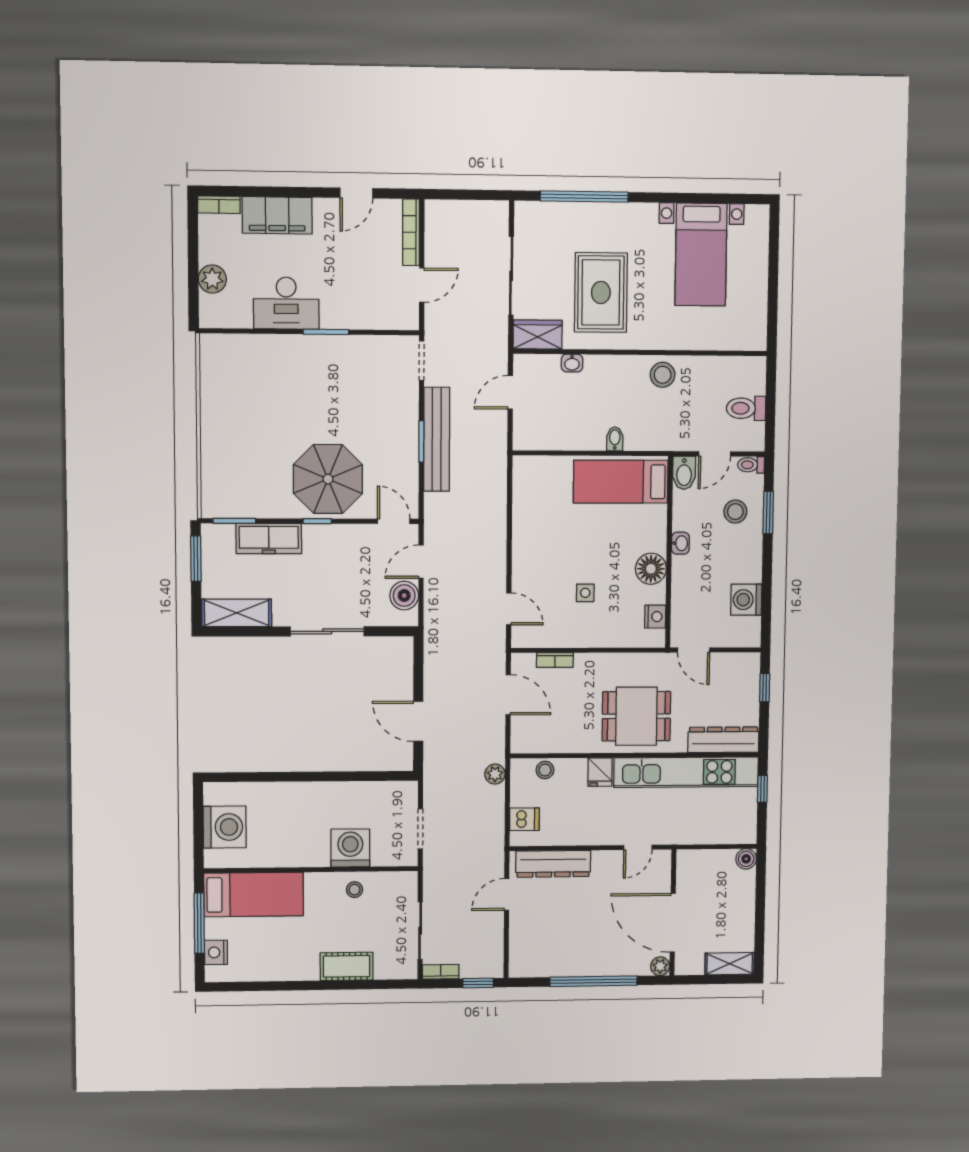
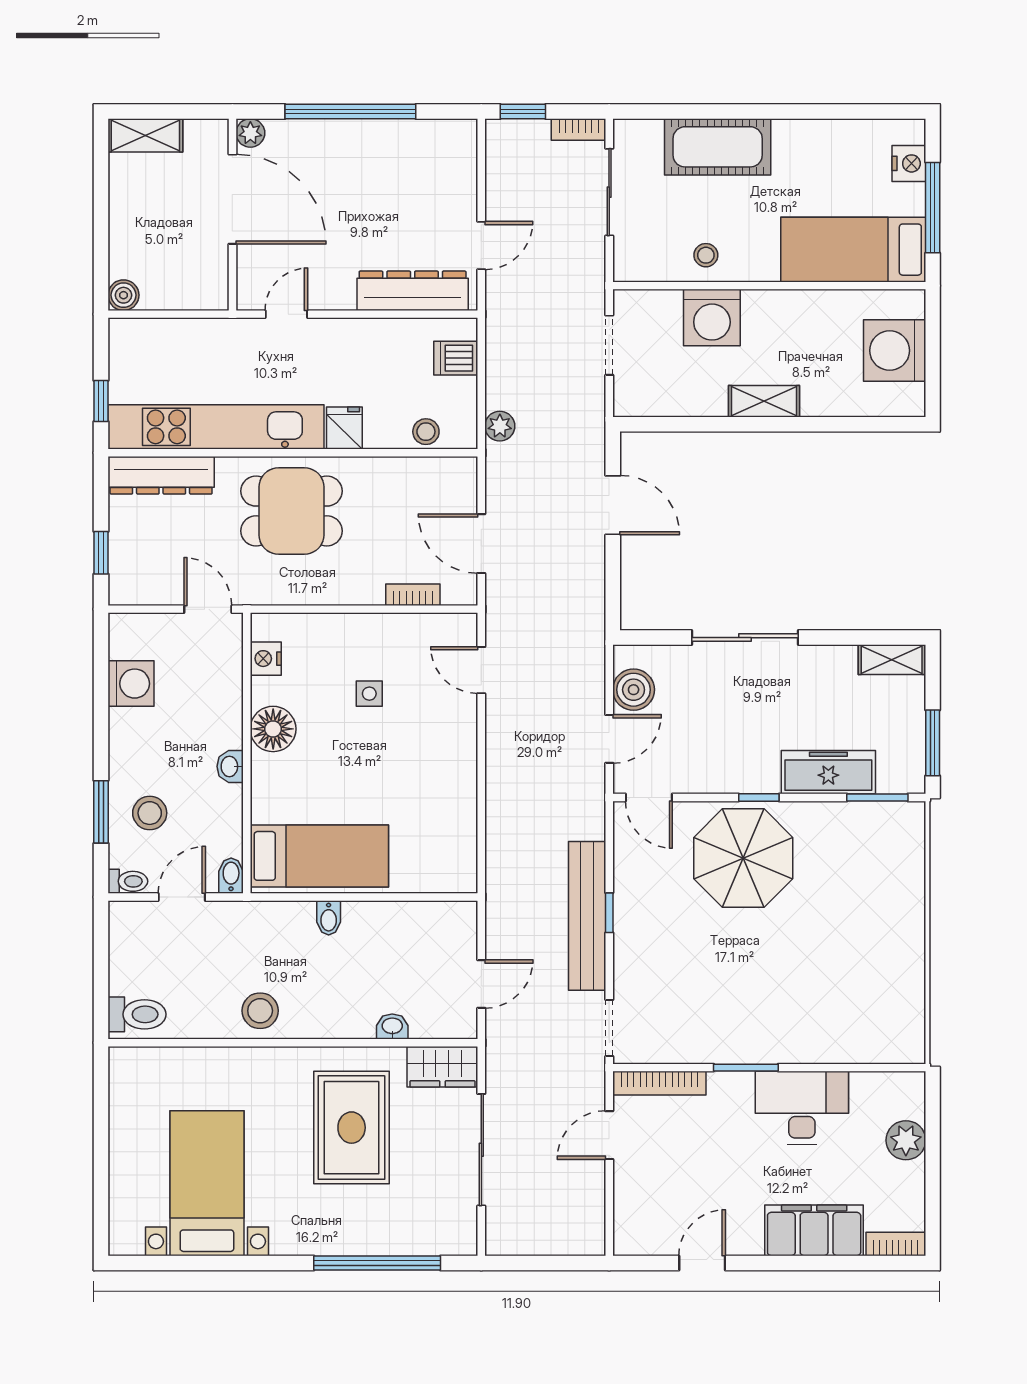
bookcase: (411, 232) -> (659, 1083), moved, turned 90
toilet: (746, 408) -> (137, 1014), moved
window: (421, 441) -> (609, 913), width x0.67
bidet: (684, 473) -> (231, 876), width x0.72, depth x0.74
shelving: (237, 613) -> (892, 660), width x0.67, depth x0.75
shelving: (315, 792) -> (764, 401), added
cot: (347, 966) -> (718, 147), width x1.37, depth x1.34

